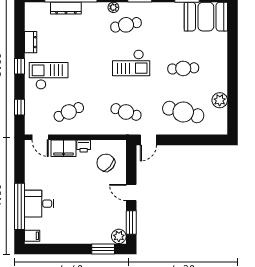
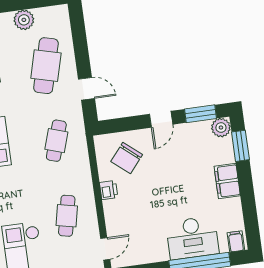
cafe table: (69, 112) -> (67, 216), turned 36
door: (148, 140) -> (86, 89), moved
filing cabinet: (63, 148) -> (227, 181), moved, turned 180
desk: (39, 204) -> (192, 238), width x1.37

